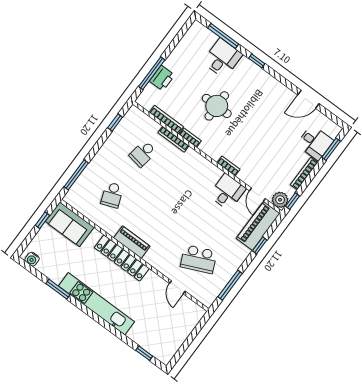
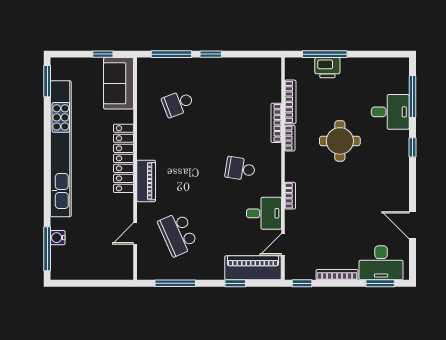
window: (115, 123) -> (211, 54), moved
desk: (315, 143) -> (381, 263), width x1.37
school desk: (143, 154) -> (240, 169), moved
plant: (280, 200) -> (294, 270), removed
piano: (132, 242) -> (146, 181), moved
water cooler: (32, 259) -> (58, 238), moved
window: (58, 289) -> (47, 81), moved
kitchen unit: (97, 304) -> (61, 149), width x1.36
window: (144, 353) -> (47, 249), width x2.17

